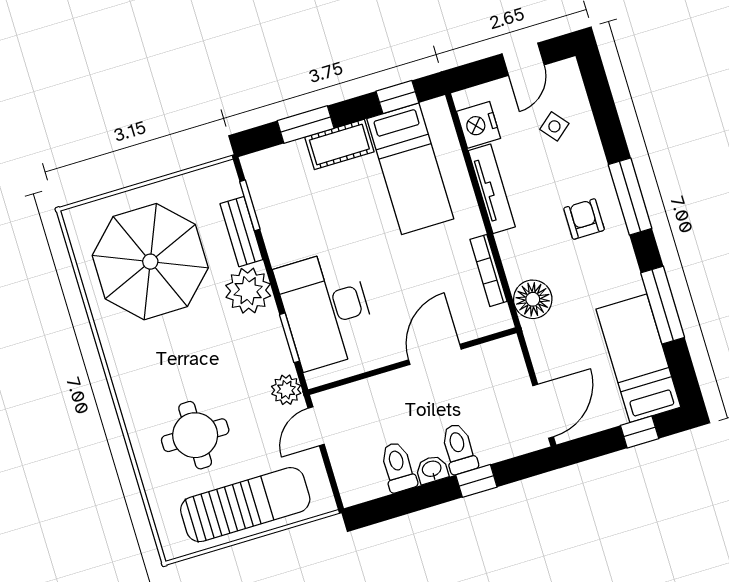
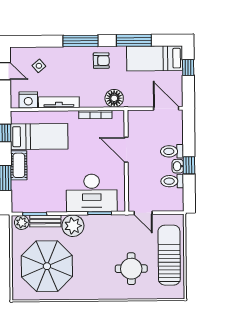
armchair: (584, 219) -> (101, 61), moved, turned 180
plant: (286, 390) -> (22, 222), moved
window: (476, 481) -> (189, 165), moved

